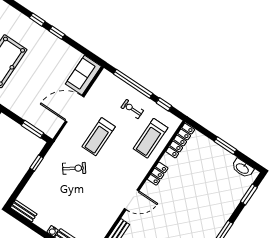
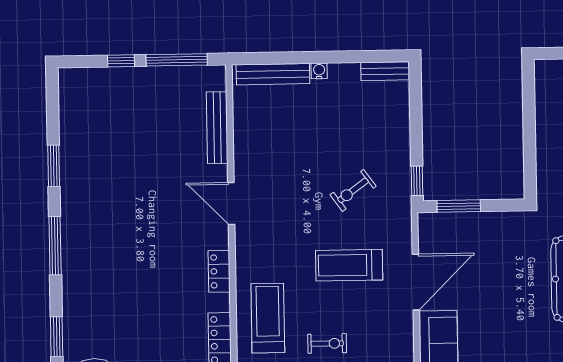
treadmill: (99, 137) -> (349, 265), turned -90
window: (36, 163) -> (417, 181), moved
door: (132, 200) -> (231, 203), hinge flipped

